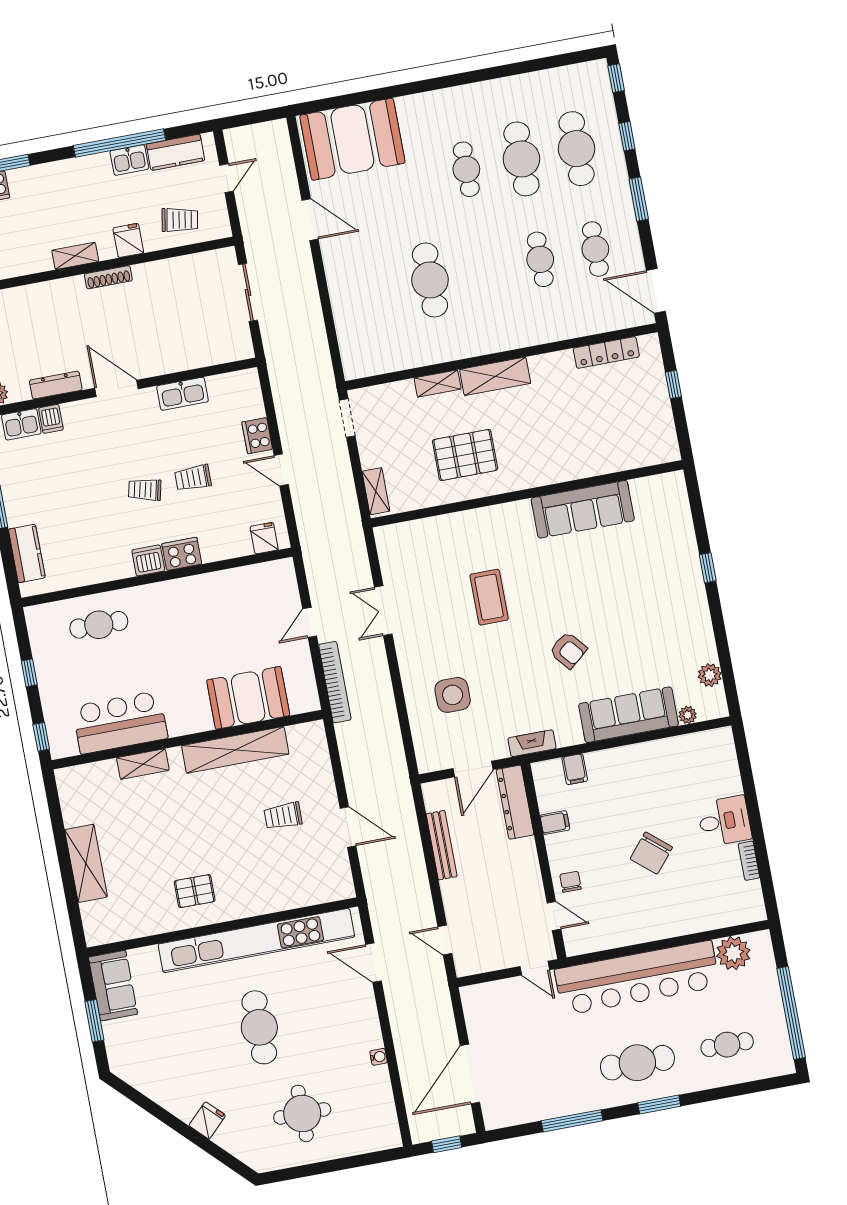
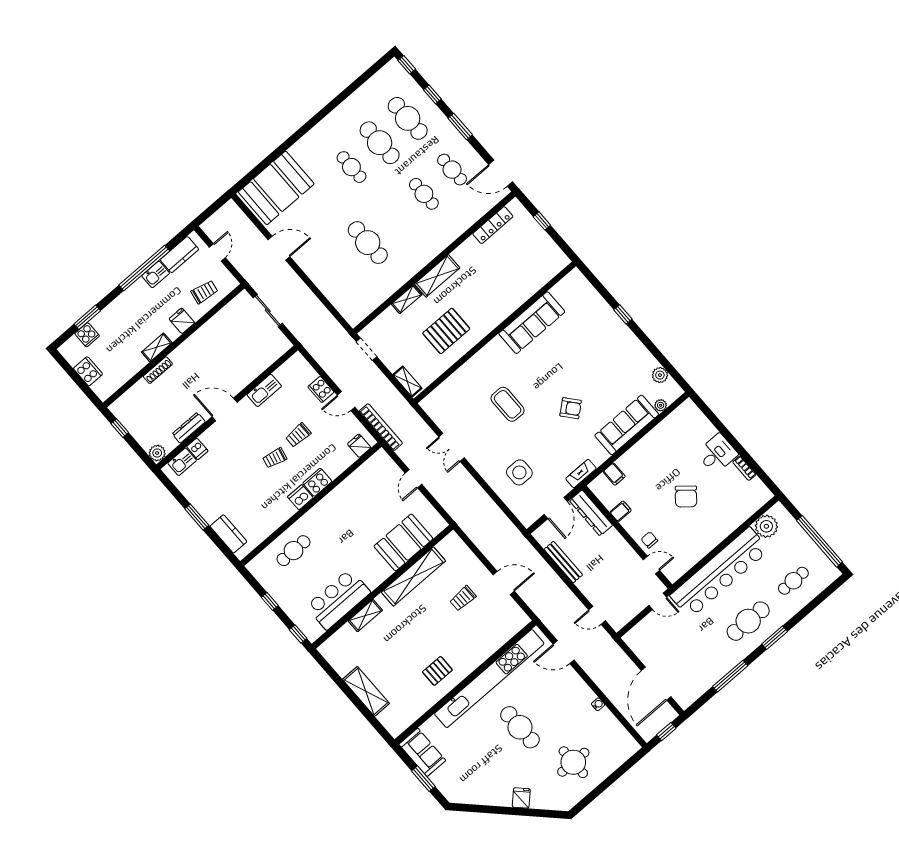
shoe rack: (108, 277) -> (158, 370), moved
bookcase: (335, 682) -> (381, 427), moved

